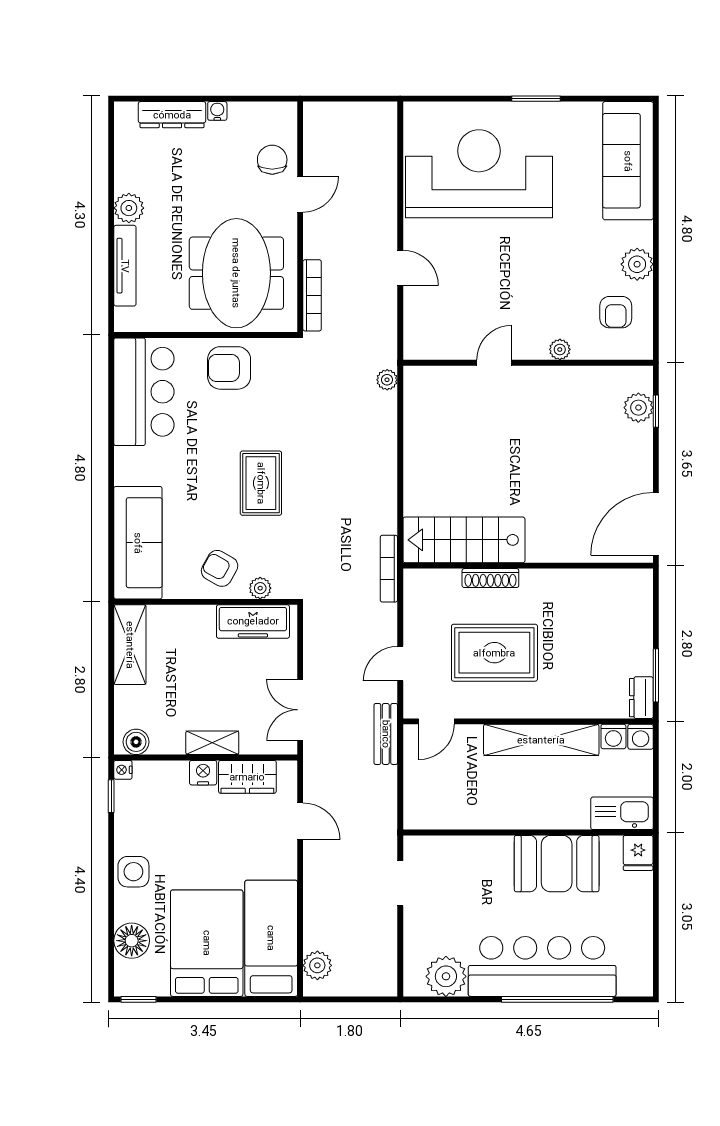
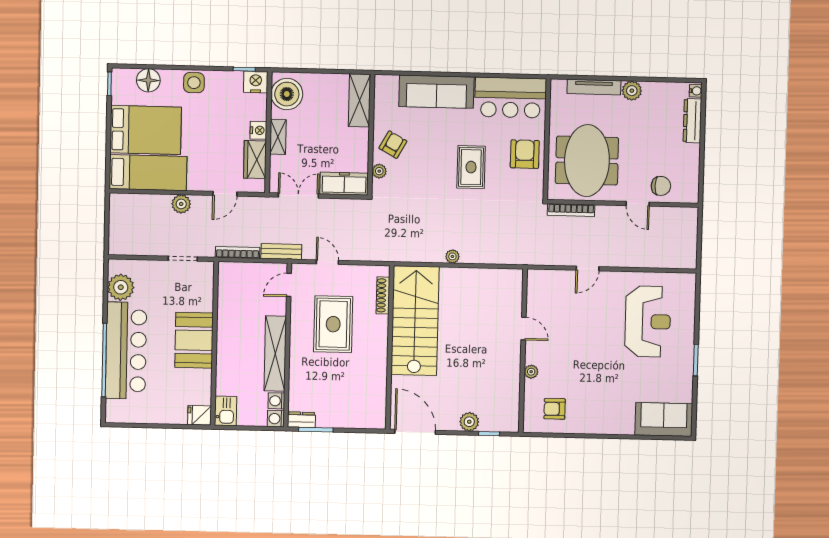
water cooler: (217, 111) -> (696, 91), moved
sofa: (628, 161) -> (664, 419), width x0.73
reception desk: (479, 174) -> (648, 322), width x0.74, depth x0.77
plant: (637, 264) -> (586, 424), removed
meeting table: (236, 273) -> (587, 161), turned 90
plant: (387, 380) -> (452, 256), moved
plant: (638, 408) -> (469, 422), moved
rug: (261, 483) -> (471, 167), moved, turned 90
stairs: (464, 540) -> (415, 321), width x1.36, depth x1.51
sofa: (138, 543) -> (436, 92), moved
bookcase: (389, 569) -> (238, 252), moved
shoe rack: (490, 578) -> (383, 295), moved
freezer: (253, 621) -> (344, 184), moved, turned 90
shelving: (130, 645) -> (360, 100), moved, turned 90
door: (436, 721) -> (289, 285), hinge flipped
boiler: (136, 742) -> (287, 94), width x1.86, depth x1.86
nightstand: (123, 770) -> (256, 82), width x1.89, depth x1.79
kitchen sink: (622, 813) -> (226, 411), width x0.73
booth: (557, 864) -> (194, 340), moved
plant: (317, 965) -> (181, 204), moved

